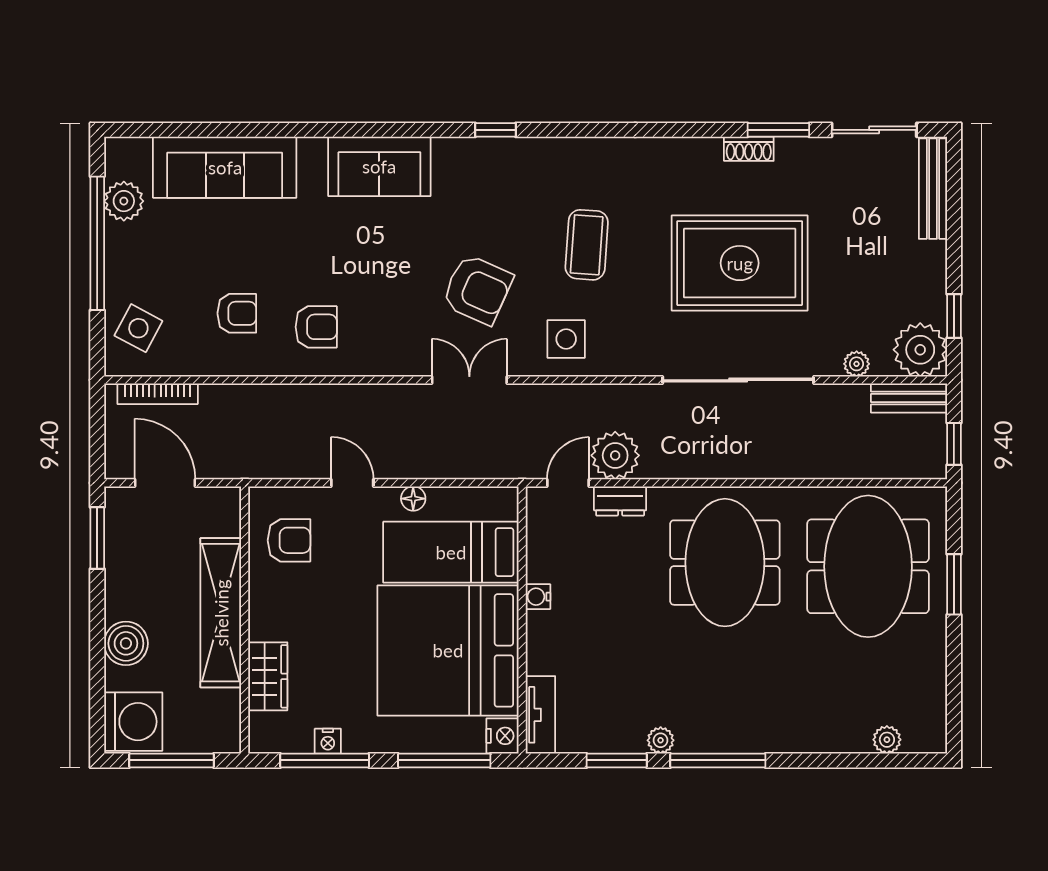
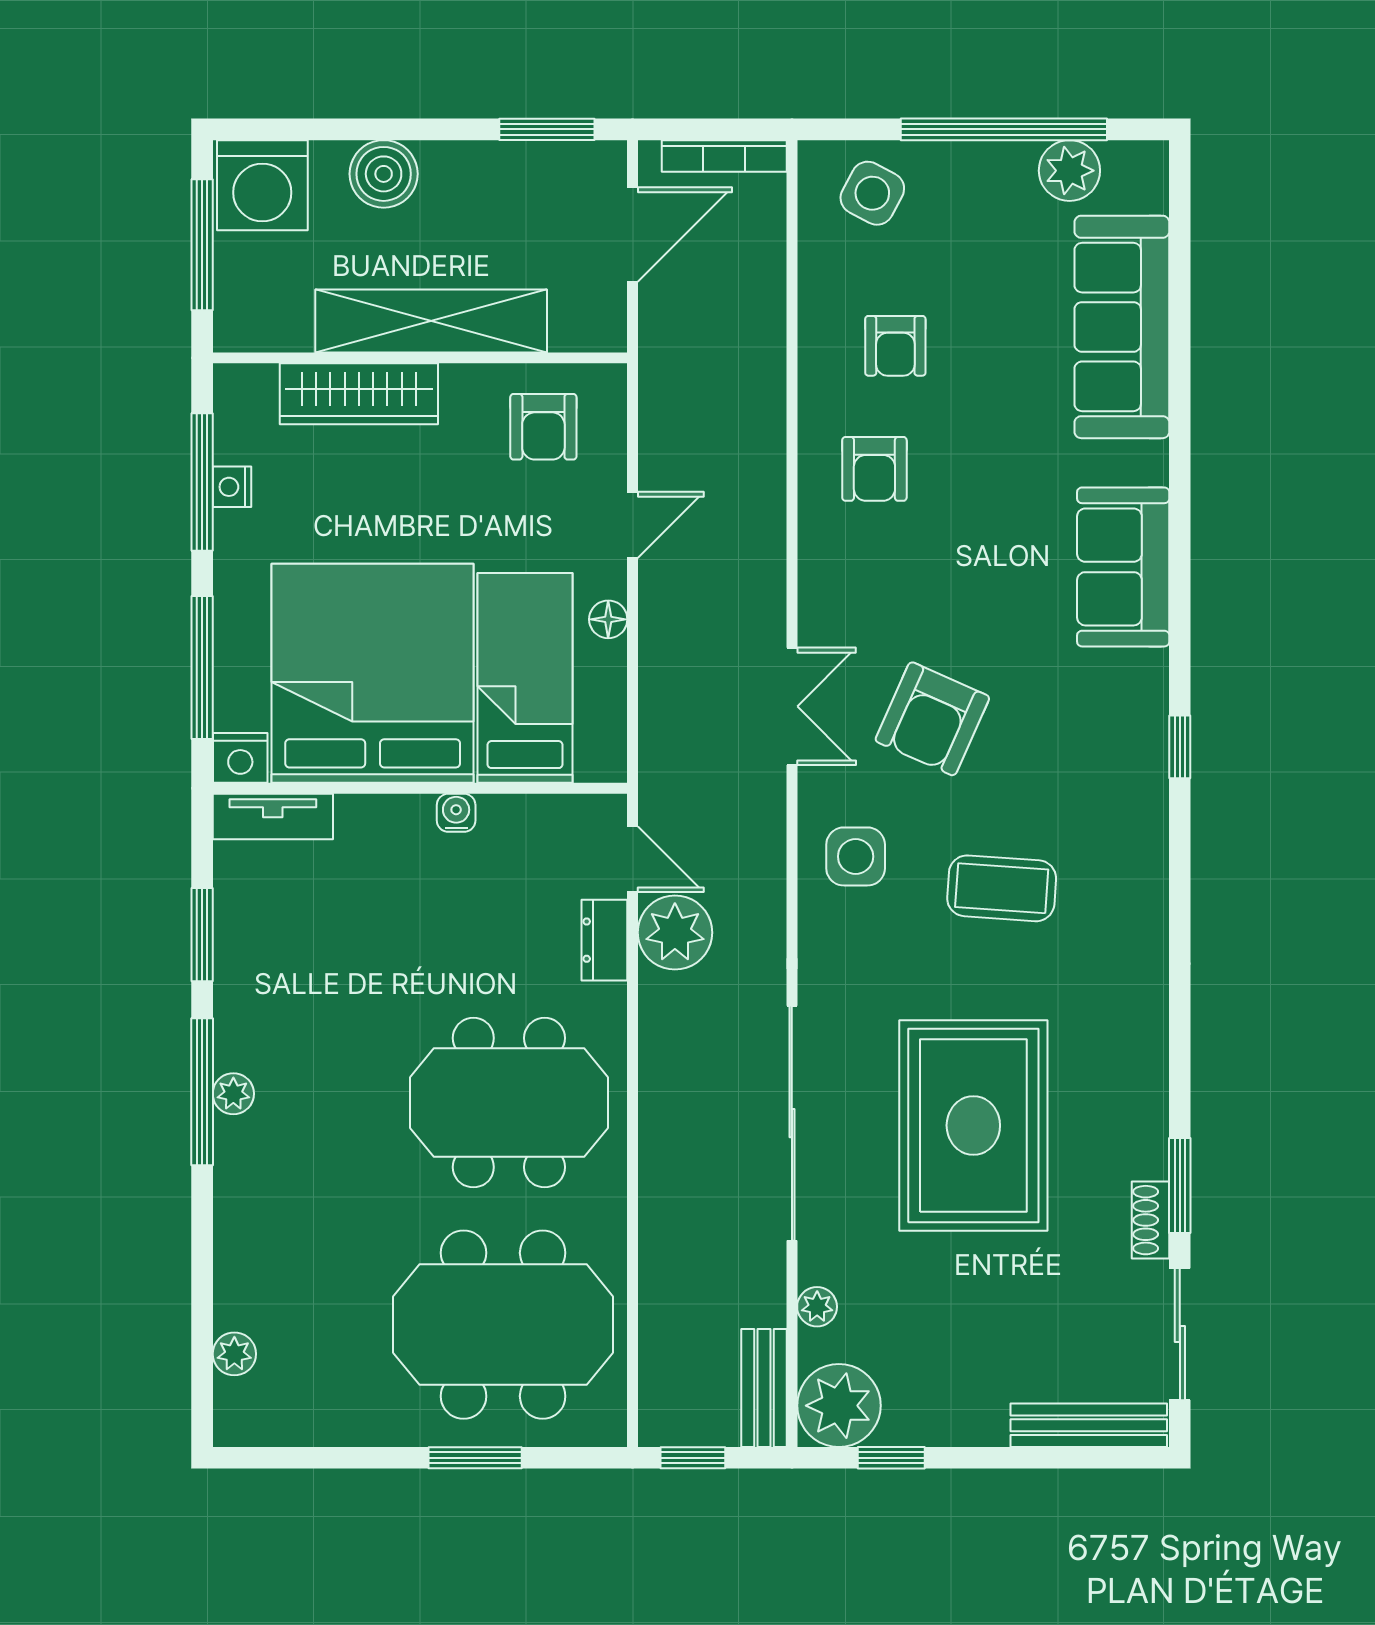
shoe rack: (749, 149) -> (1150, 1220), moved
bookcase: (158, 394) -> (724, 156), moved, turned -90
wardrobe: (268, 676) -> (359, 394), width x1.50
plant: (661, 740) -> (233, 1094), moved

